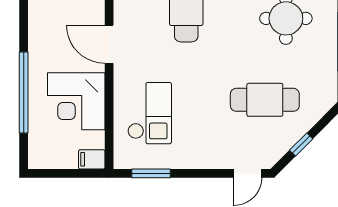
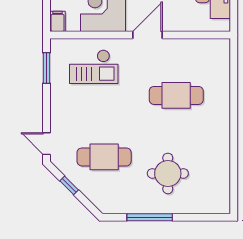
cafe table: (265, 100) -> (104, 157), turned 90

